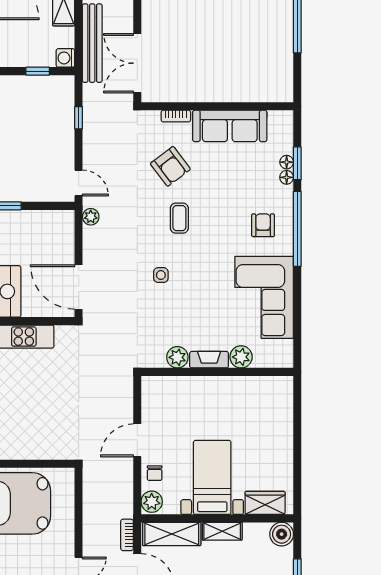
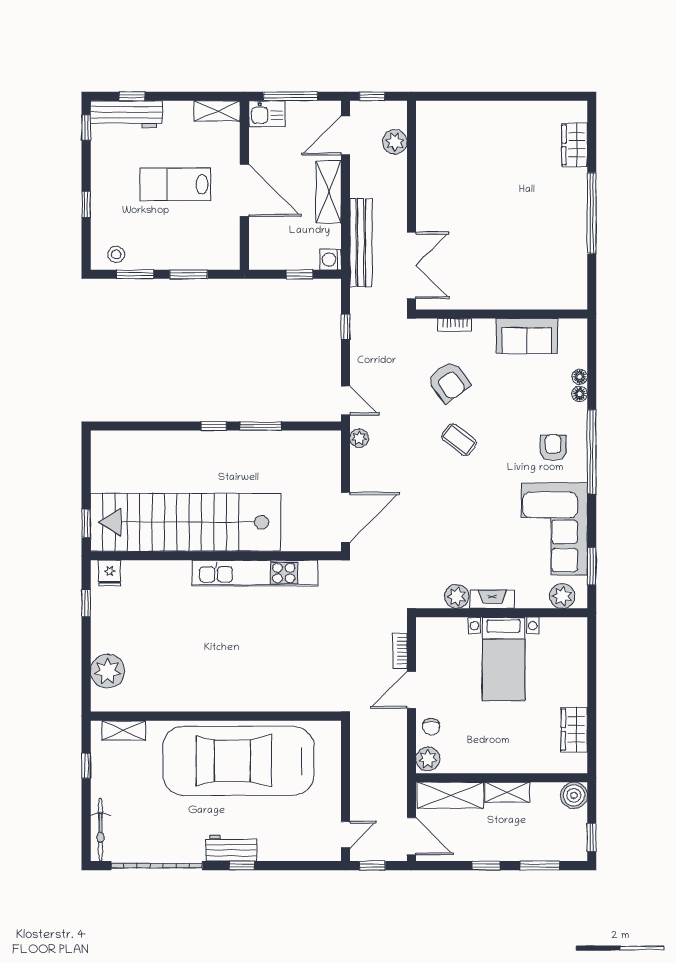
double door: (137, 63) -> (411, 265), swing flipped
sofa: (230, 126) -> (527, 336), width x0.73
window: (297, 163) -> (592, 566), moved
coffee table: (179, 218) -> (459, 440), turned -52
side table: (161, 275) -> (438, 504), removed
door: (79, 287) -> (345, 517), swing flipped
plant: (241, 357) -> (562, 596), moved
bed with nightstands: (212, 477) -> (504, 659), moved, turned 180
wardrobe: (265, 503) -> (574, 730), moved, turned -90
bookcase: (127, 535) -> (400, 651), moved

